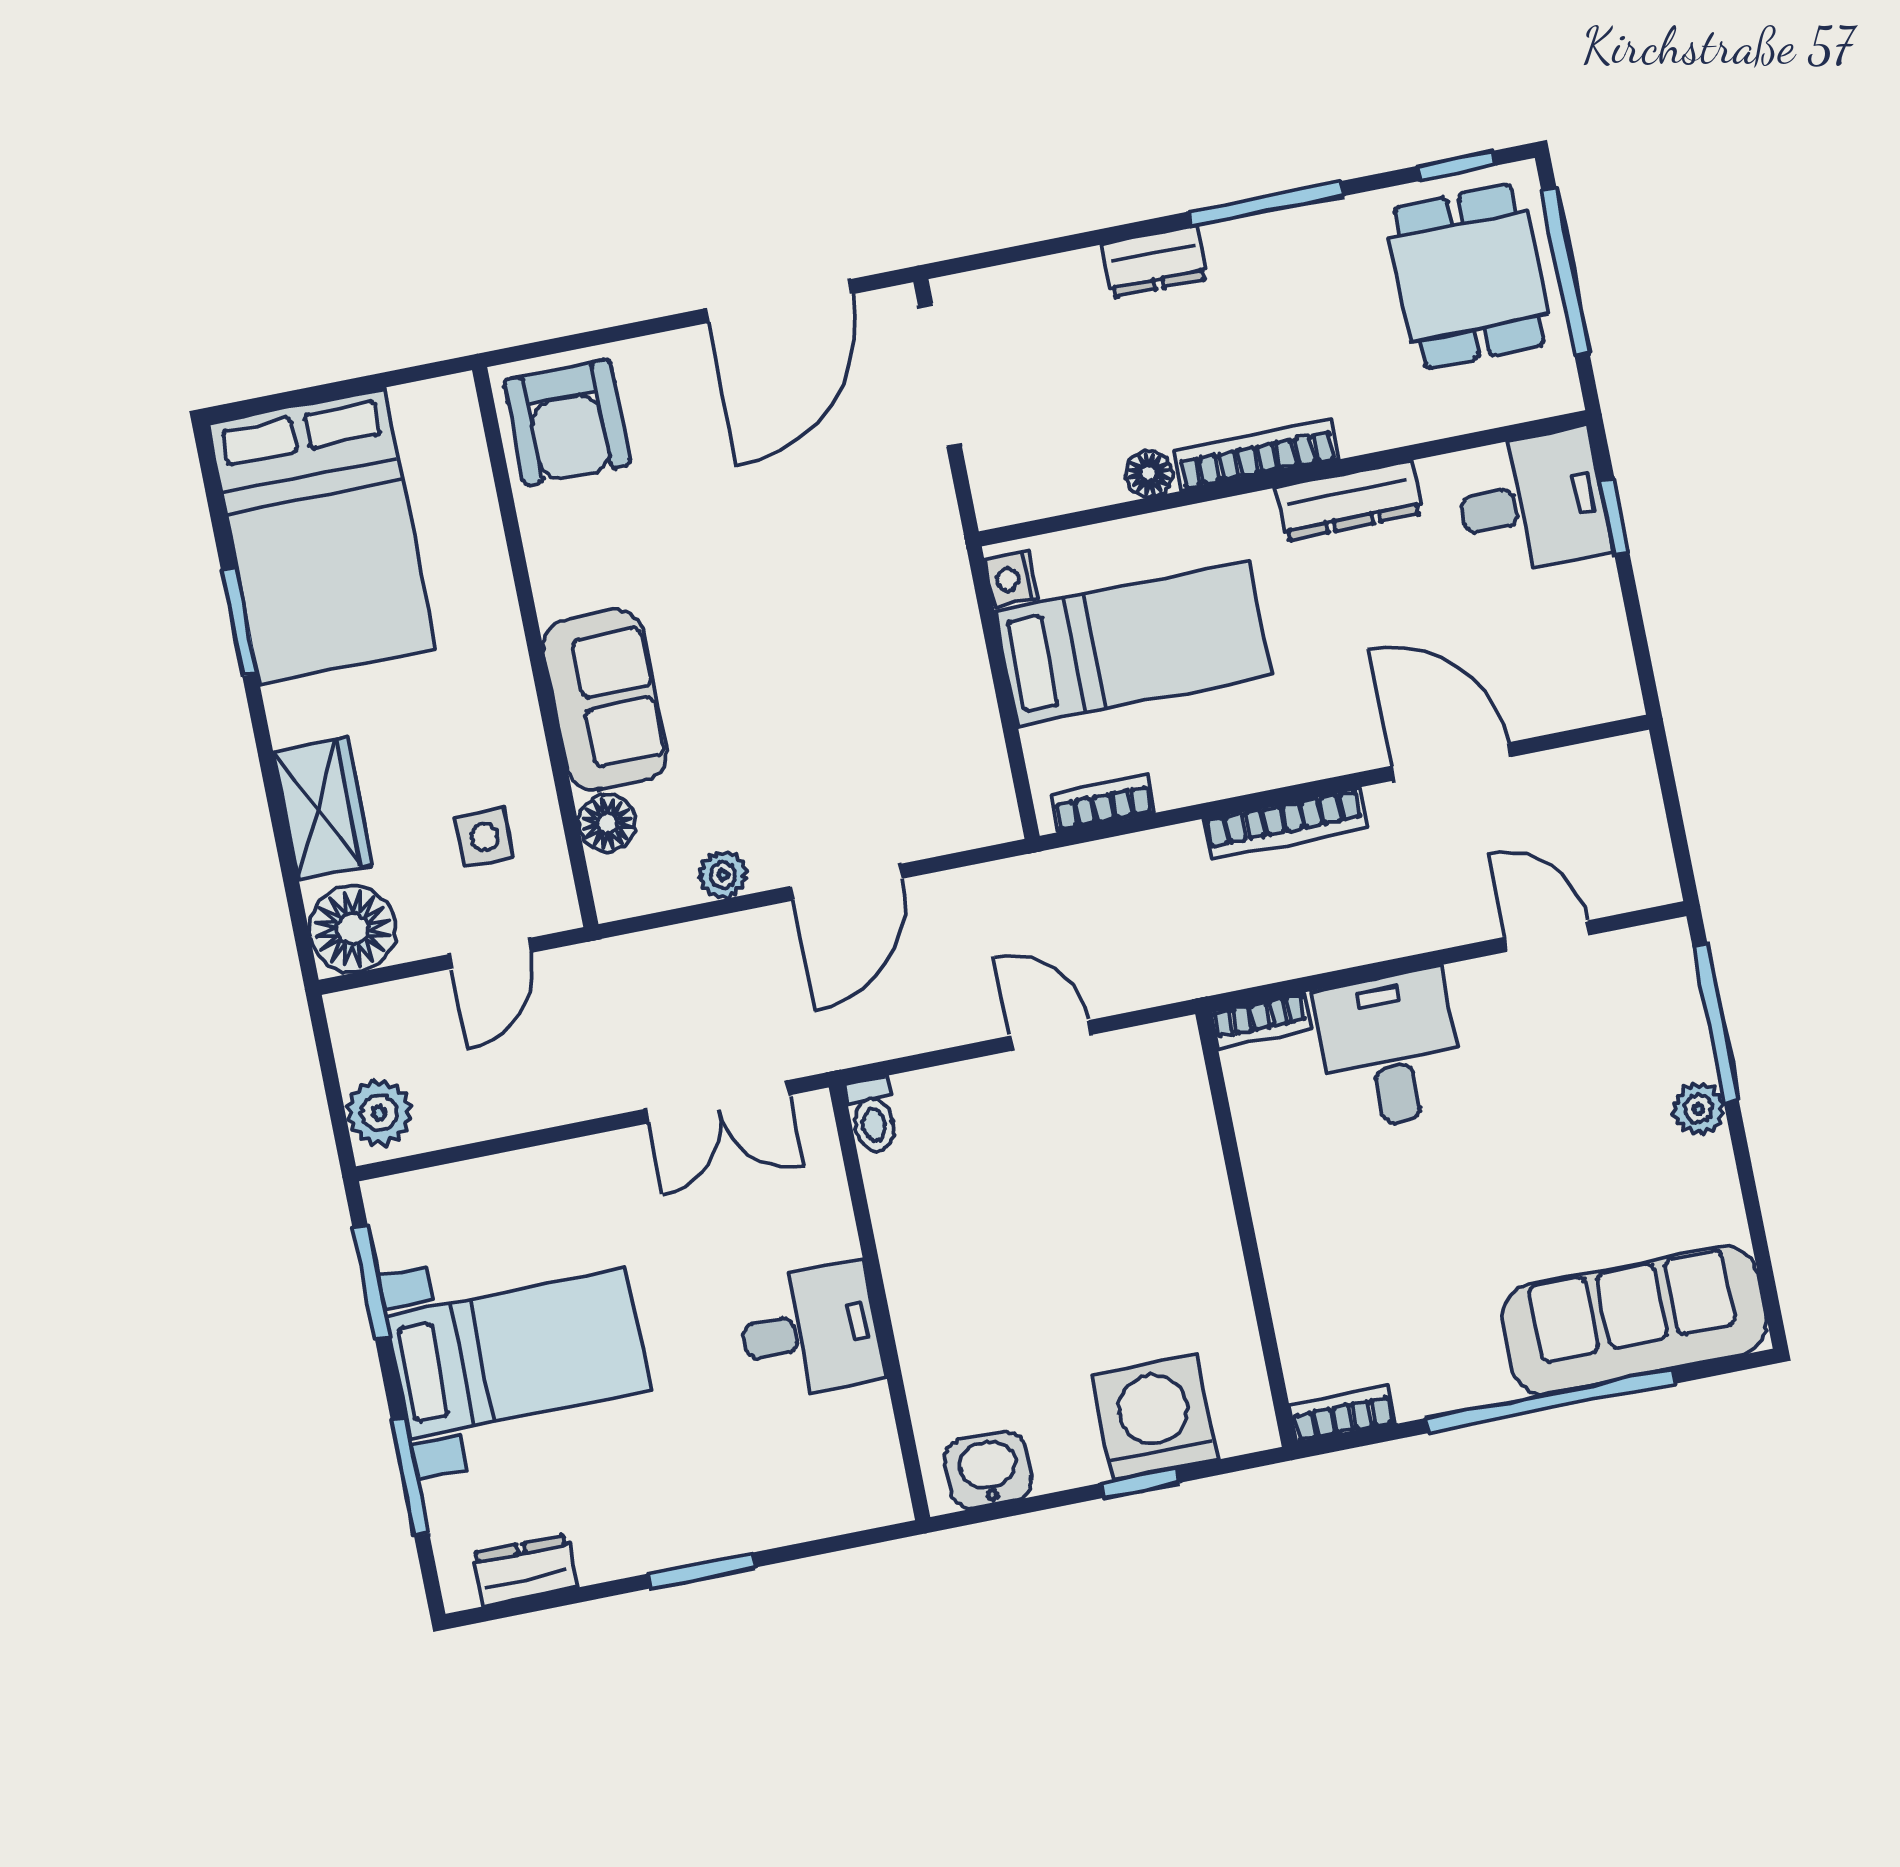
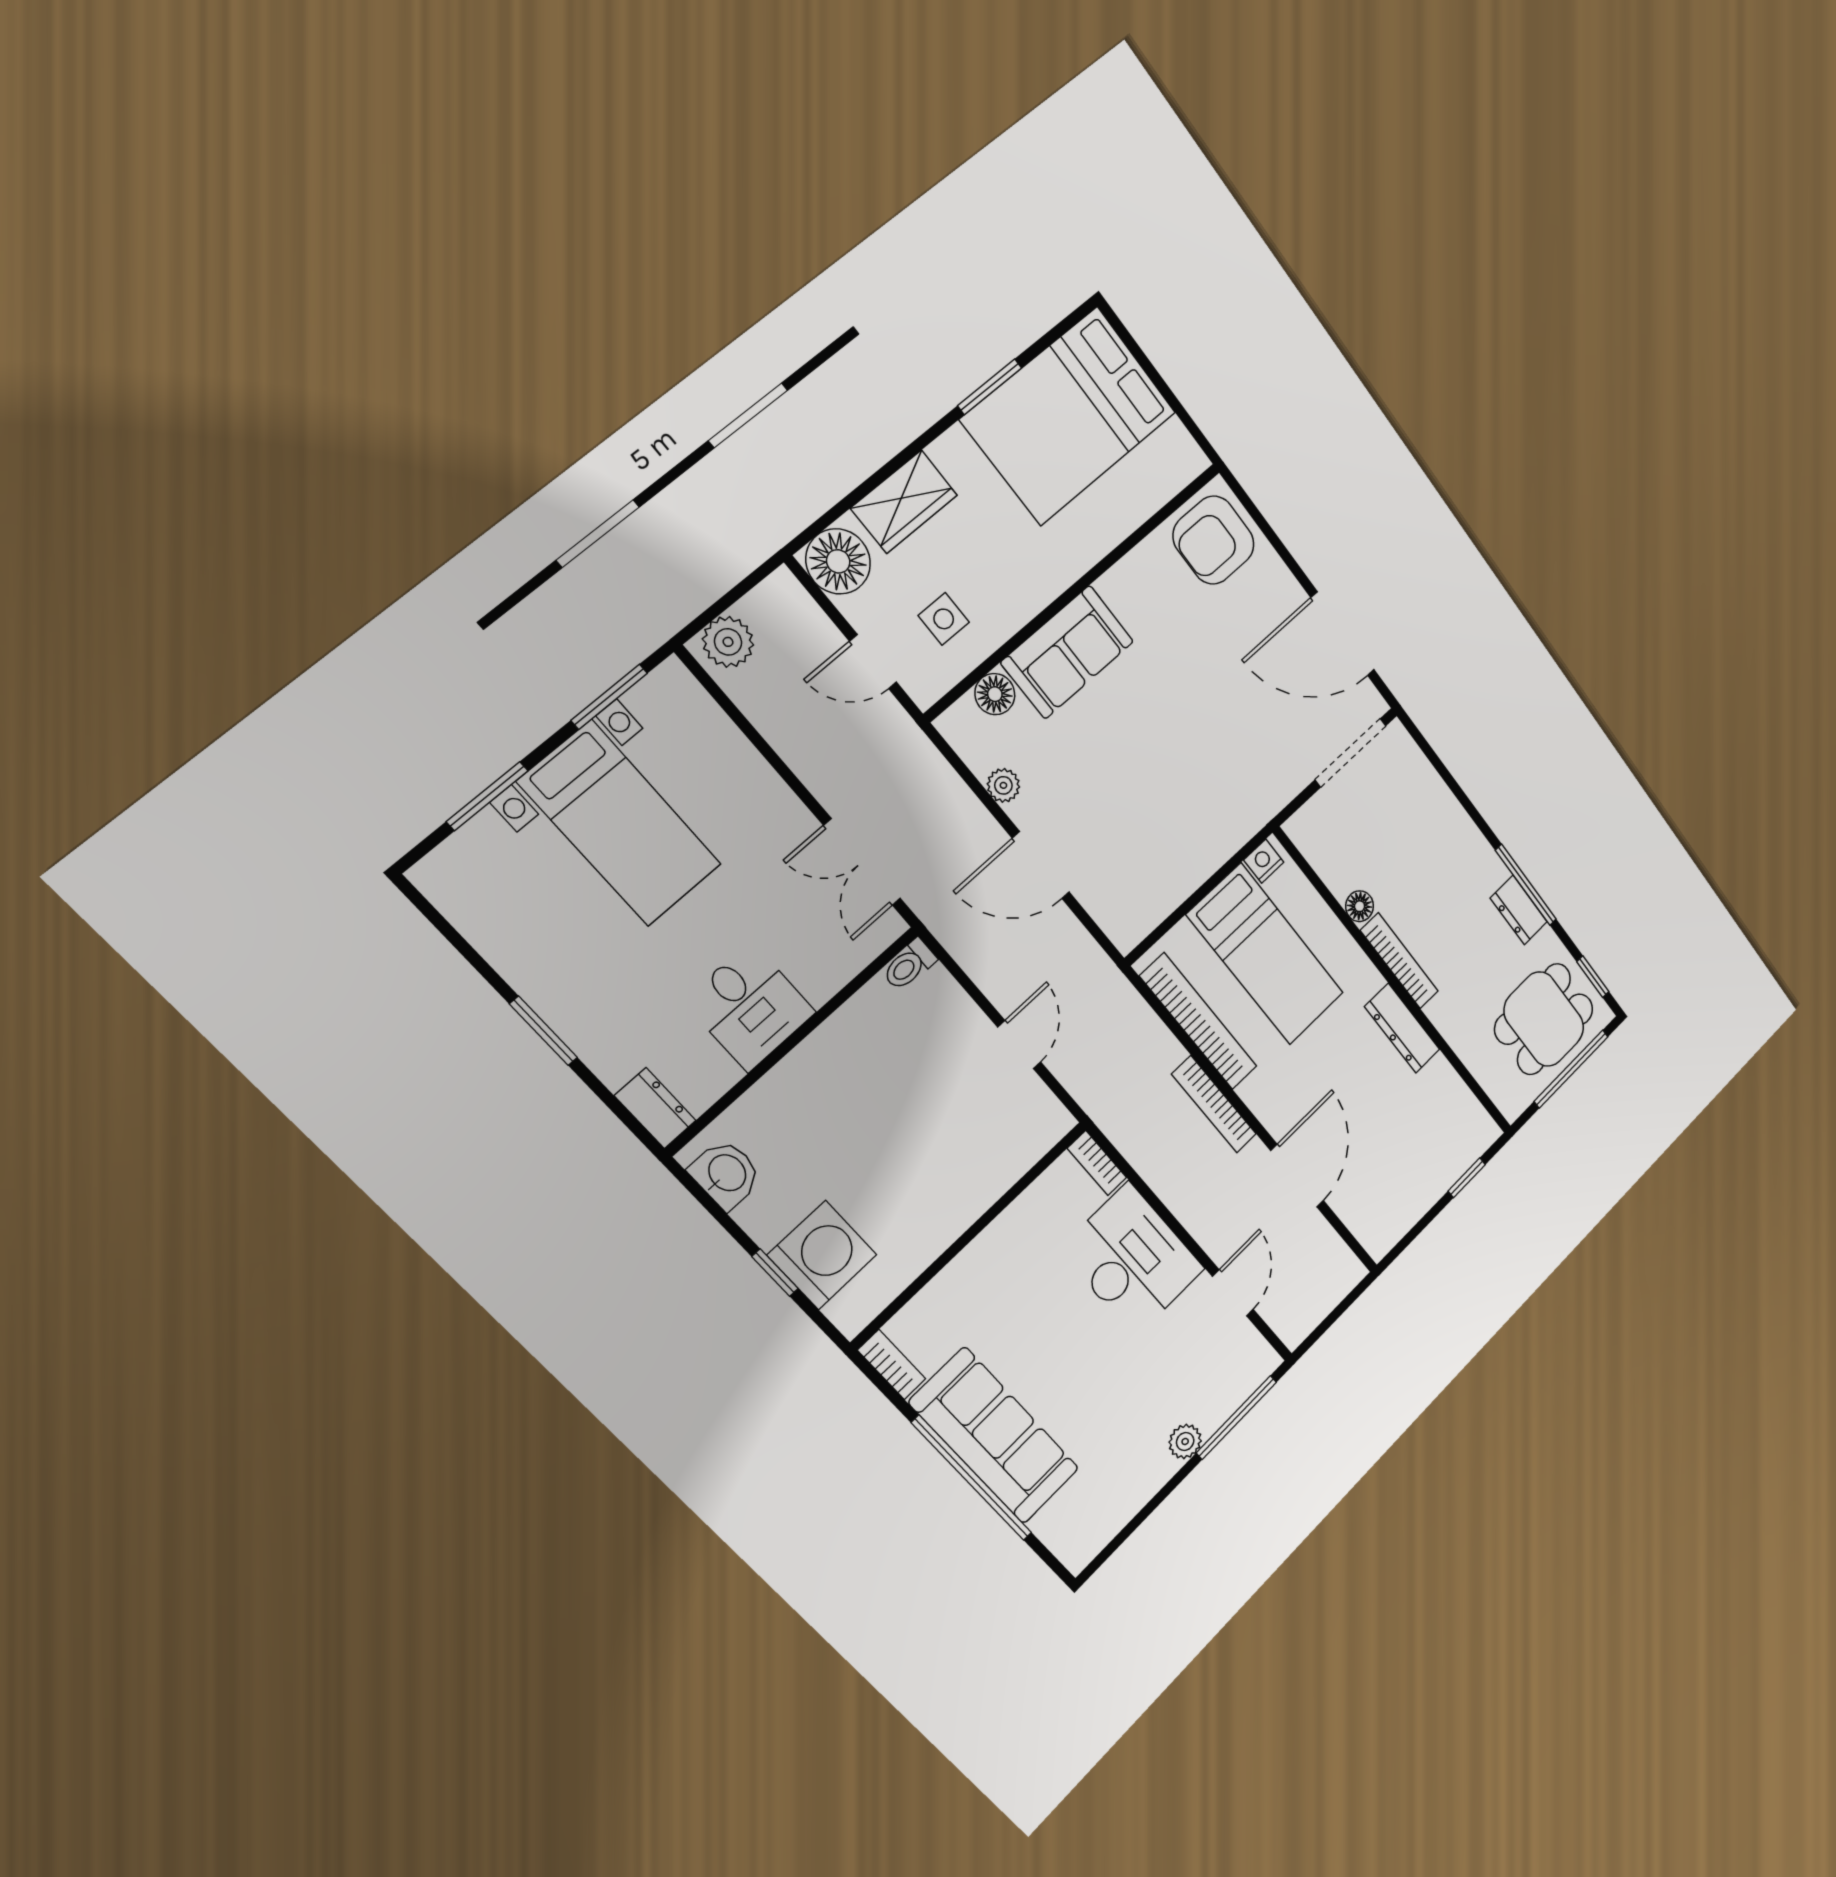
dresser: (1155, 262) -> (1519, 910), moved
desk: (1532, 503) -> (1451, 1129), removed
bookcase: (1103, 803) -> (1199, 1021), width x2.31, depth x1.31
desk: (1389, 1049) -> (1132, 1259), width x1.37
sofa: (1634, 1320) -> (995, 1436), moved
dresser: (525, 1570) -> (655, 1108), moved

